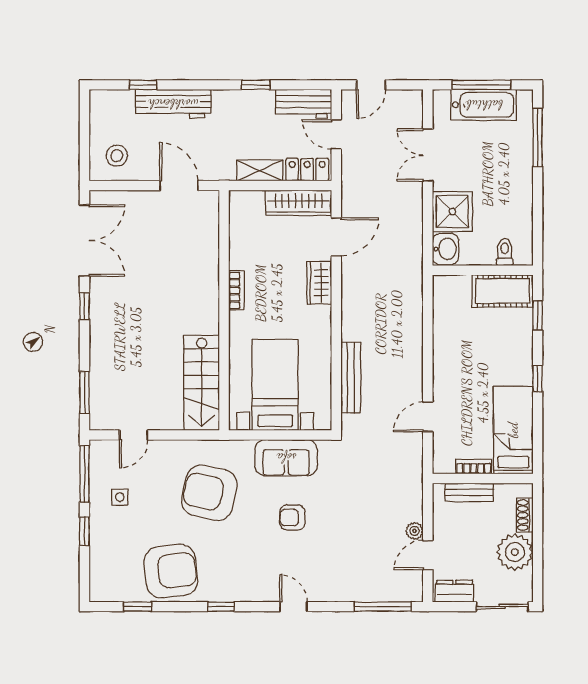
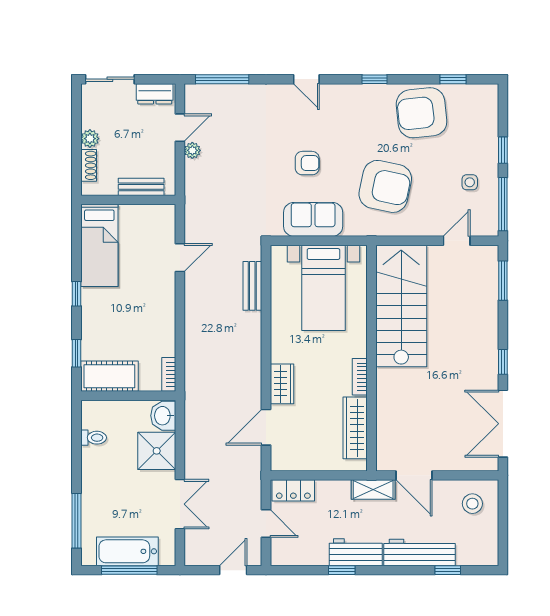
workbench: (304, 104) -> (356, 552), moved
shelving: (260, 171) -> (373, 490), moved
wardrobe: (299, 203) -> (355, 428), moved, turned -90
toilet: (505, 252) -> (94, 438), moved, turned -90
bench: (351, 378) -> (252, 286), width x0.73
stairs: (202, 383) -> (401, 306), width x1.36, depth x1.51
bookcase: (474, 467) -> (169, 374), moved, turned 90
plant: (515, 552) -> (90, 139), width x0.53, depth x0.53

